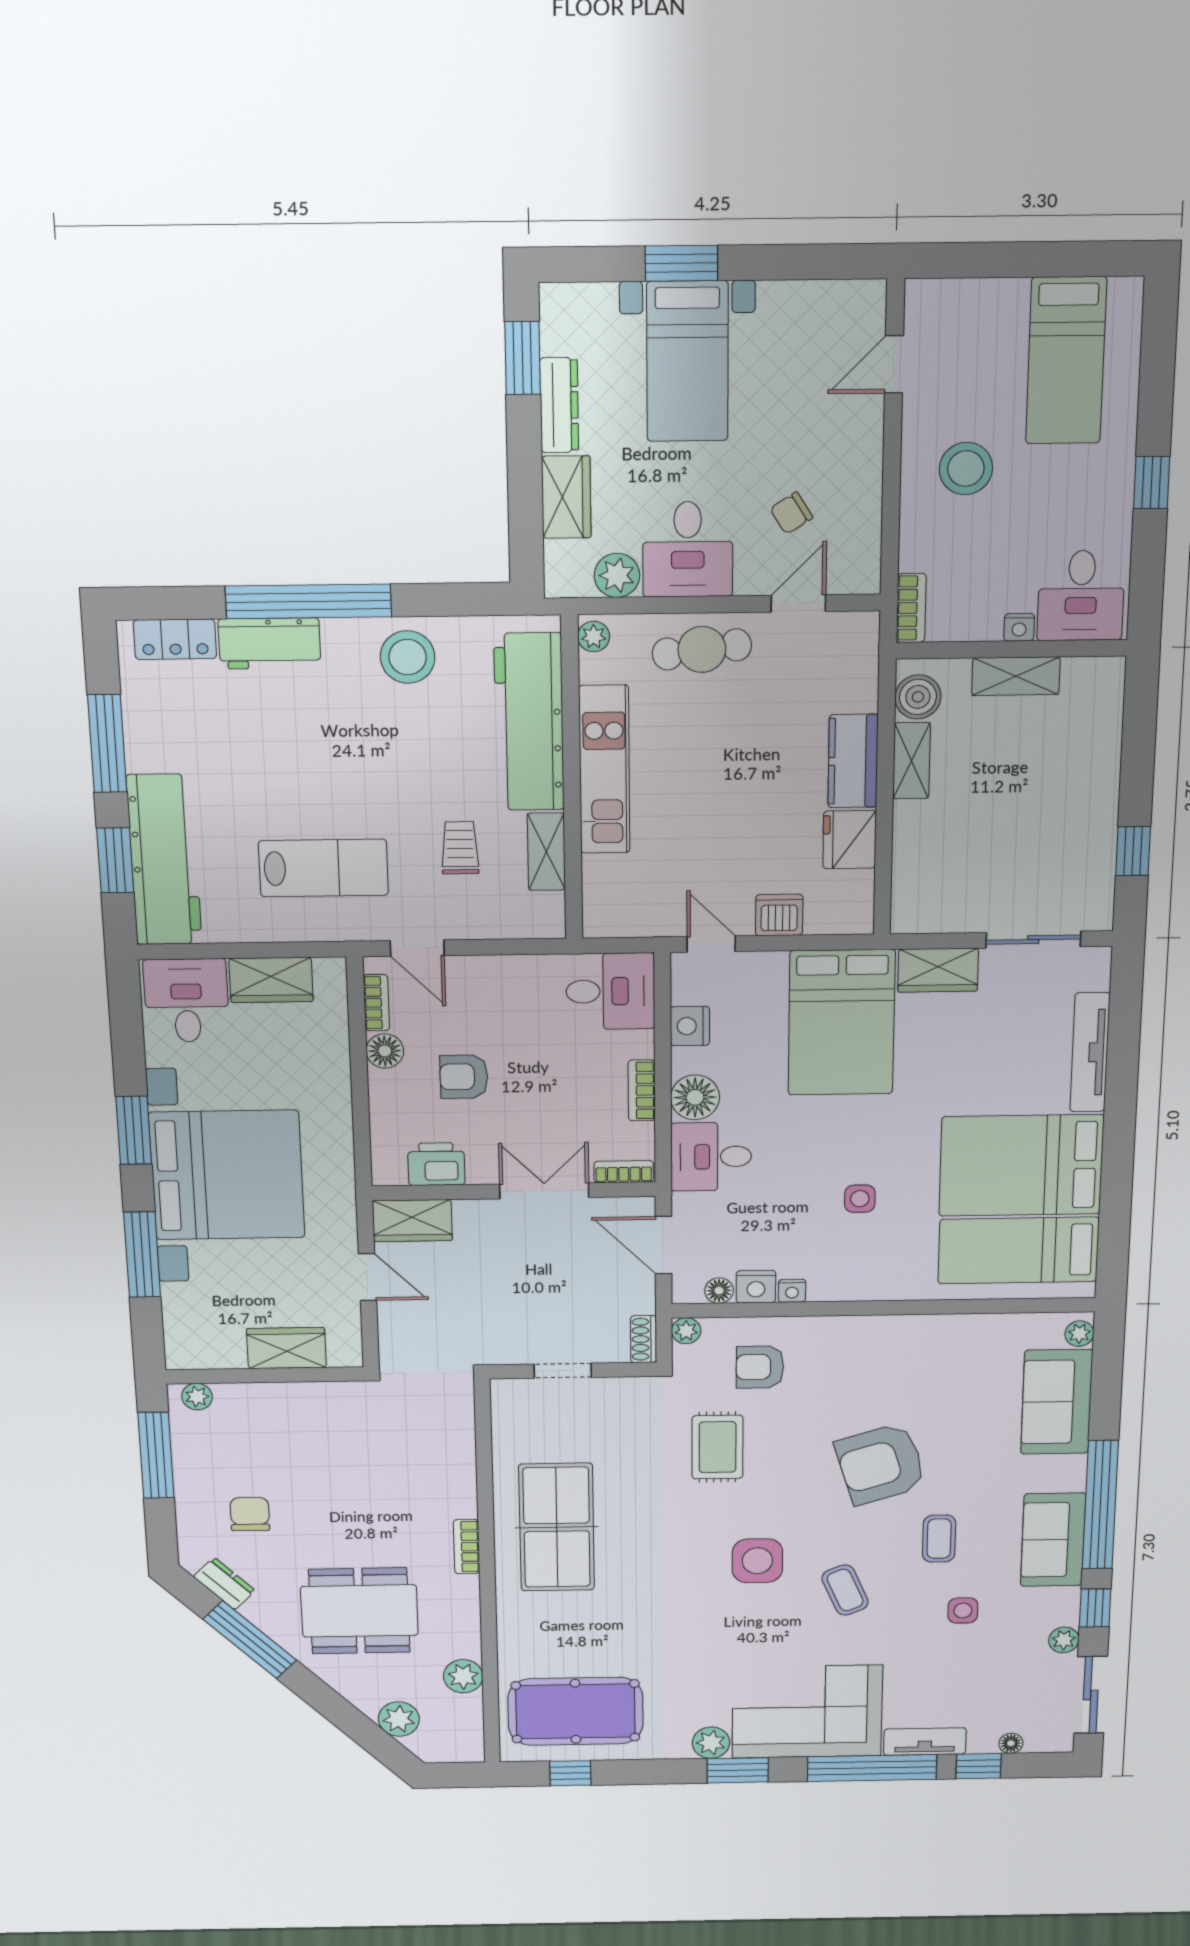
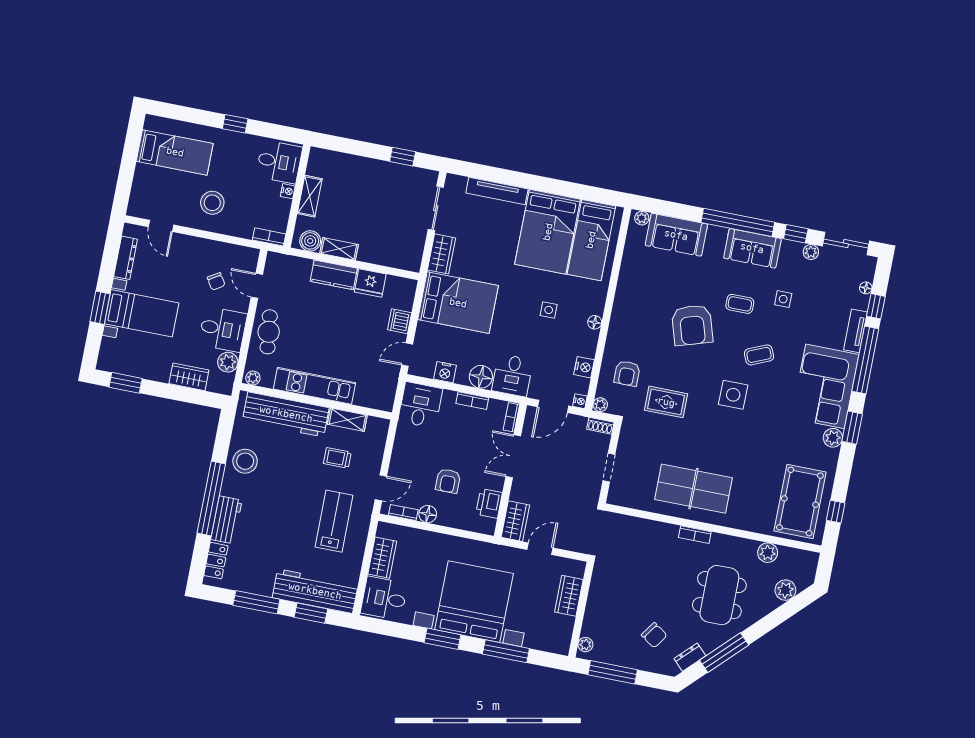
dresser: (559, 405) -> (126, 258), moved, turned 90
floor lamp: (719, 1291) -> (595, 322), moved
nightstand: (792, 1291) -> (580, 401), moved
chair: (250, 1514) -> (654, 635), turned -145

